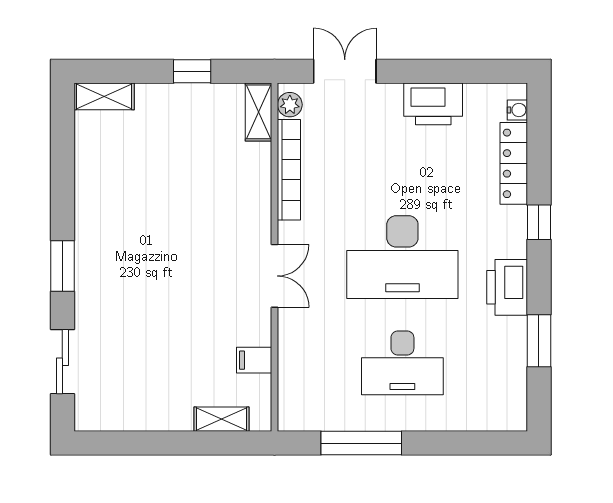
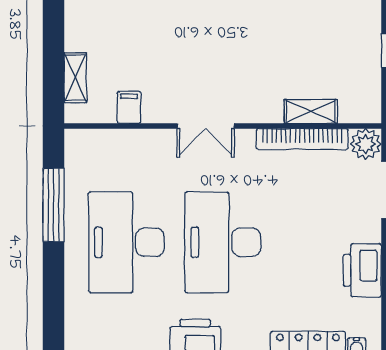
plant: (290, 105) -> (366, 144), width x1.38, depth x1.38
shelving: (259, 112) -> (311, 111), moved
desk: (402, 363) -> (127, 242), width x1.36, depth x1.30

